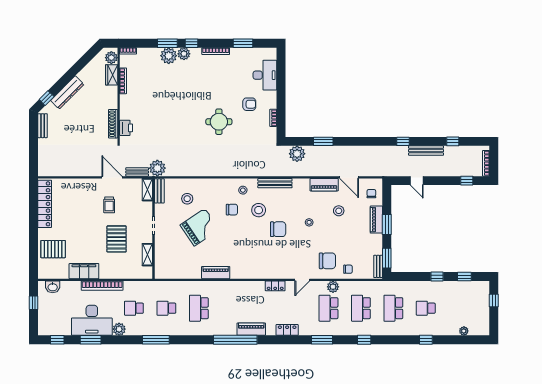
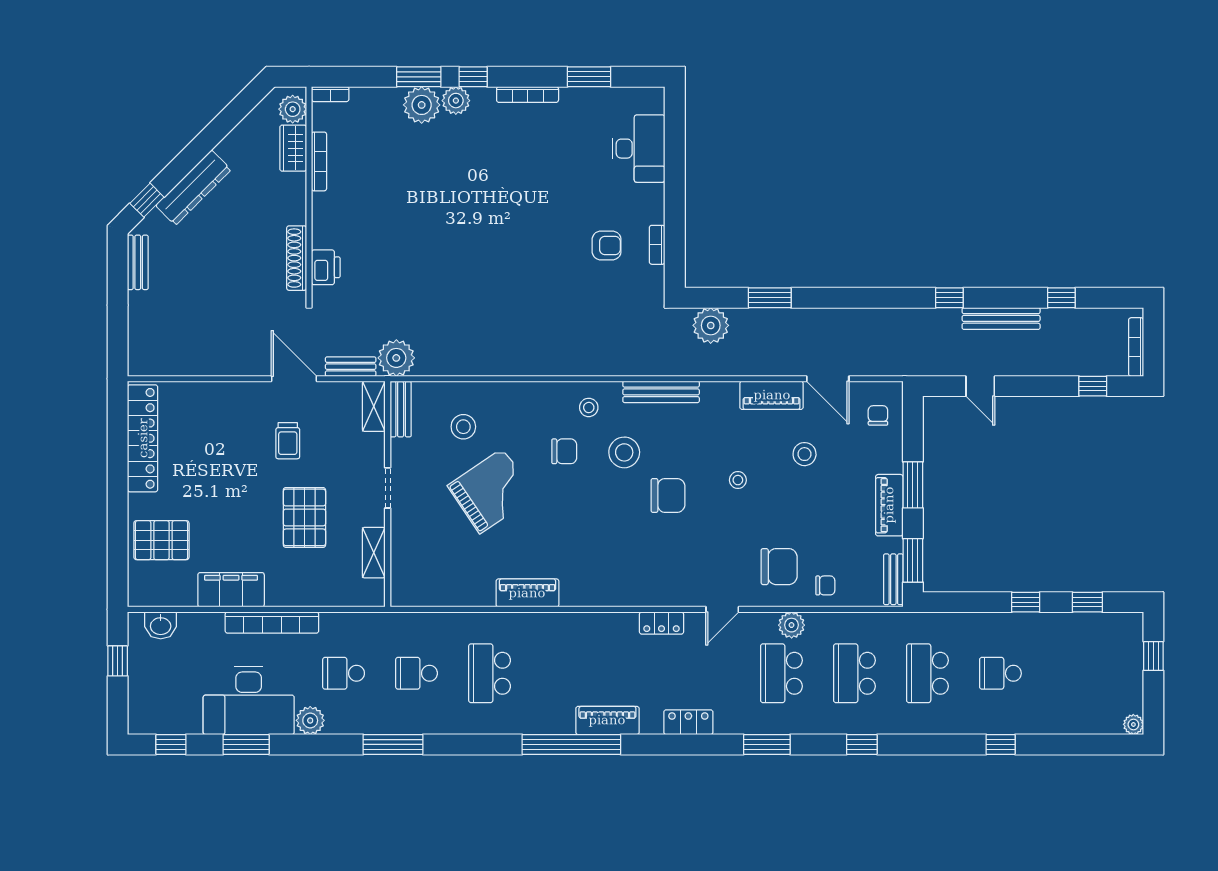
armchair: (249, 104) -> (607, 245), moved
round table: (219, 122) -> (535, 253), removed
piano: (376, 220) -> (889, 505), moved
plant: (464, 331) -> (1133, 724), moved

